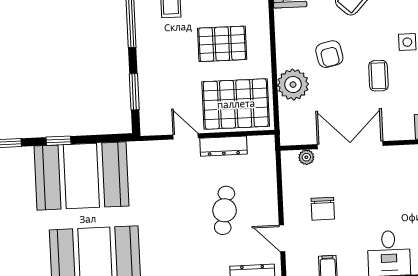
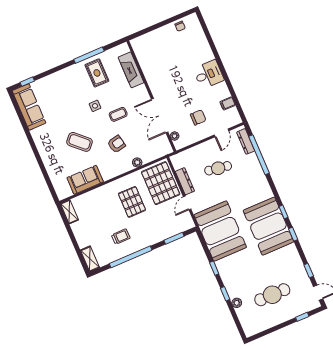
plant: (293, 85) -> (137, 162), width x0.53, depth x0.53
booth: (81, 176) -> (220, 231), moved

